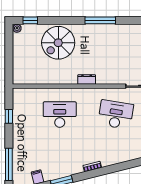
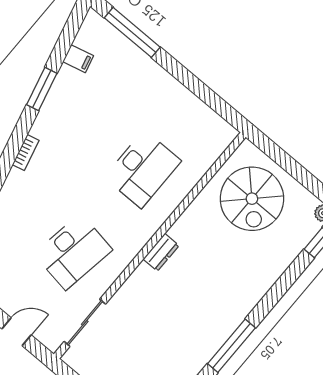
spiral stairs: (58, 43) -> (252, 199), moved, turned 180
window: (9, 116) -> (203, 92), removed

